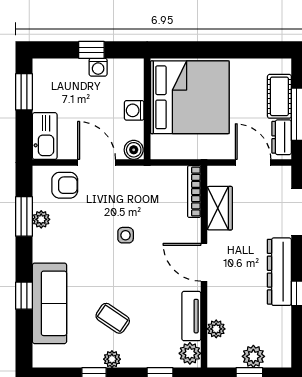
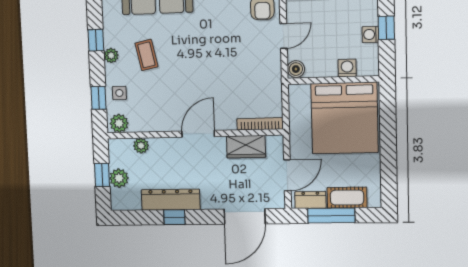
washing machine: (134, 110) -> (347, 68), moved
door: (97, 162) -> (284, 36), width x0.73
side table: (126, 235) -> (119, 93), moved
dresser: (279, 272) -> (171, 200), moved
tv unit: (191, 316) -> (151, 124), removed
coffee table: (113, 318) -> (146, 55), turned -46

